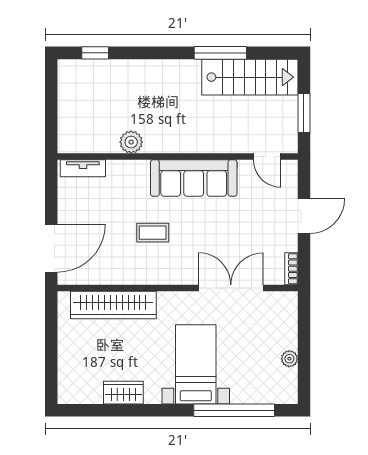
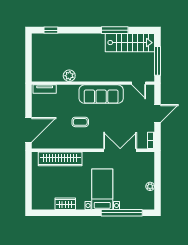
window: (304, 113) -> (158, 61), width x1.44

